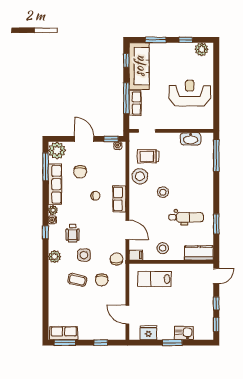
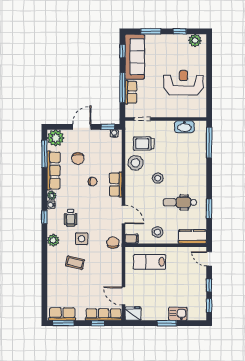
door: (84, 139) -> (82, 127), hinge flipped
dental chair: (186, 217) -> (180, 202), turned 180
door: (216, 276) -> (209, 259), swing flipped
chair: (102, 280) -> (99, 263), removed
fridge: (148, 333) -> (133, 314), moved
row of seats: (107, 334) -> (104, 315), added

